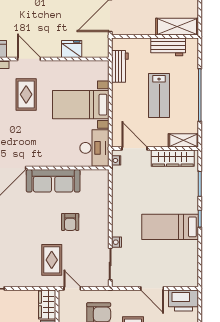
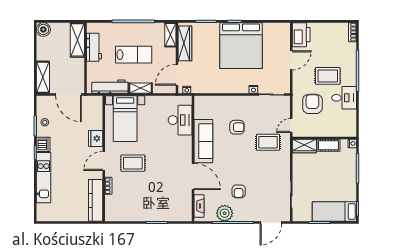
fridge: (72, 49) -> (96, 138), moved
workbench: (120, 66) -> (110, 87), width x1.38
shelving: (118, 104) -> (141, 88), added
bed with nightstands: (81, 105) -> (125, 119), moved
desk: (94, 148) -> (180, 120), moved, turned 90
bed: (170, 227) -> (241, 46), width x2.04

